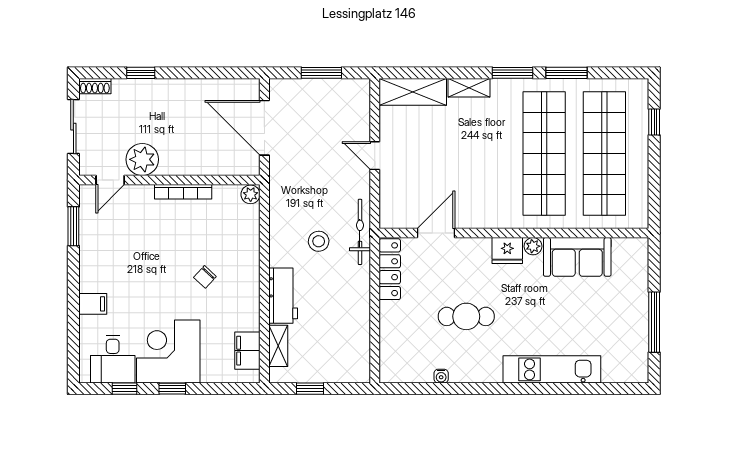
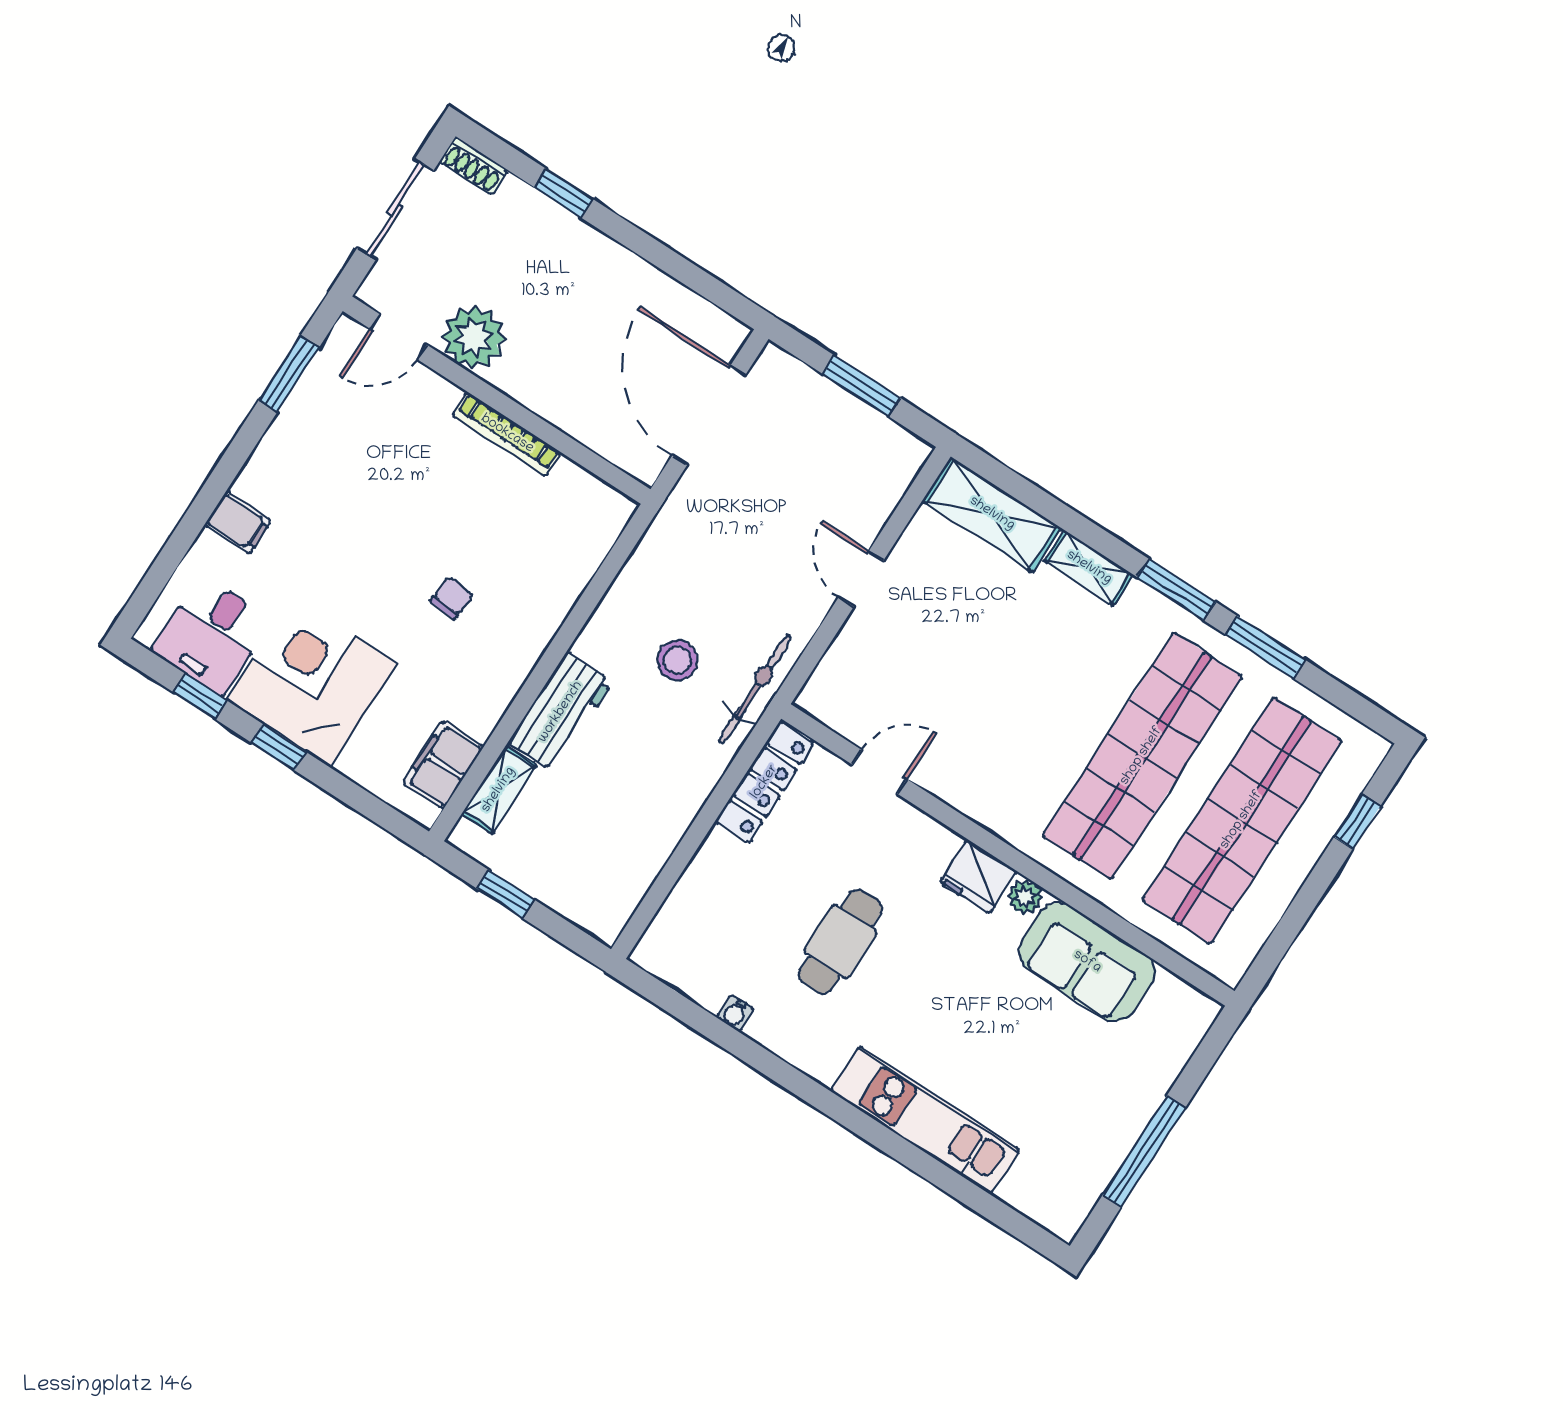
plant: (251, 194) -> (615, 510), removed
door: (436, 233) -> (879, 772), width x0.73
chair: (205, 277) -> (452, 598), turned 142
cafe table: (466, 316) -> (840, 942), turned 90

